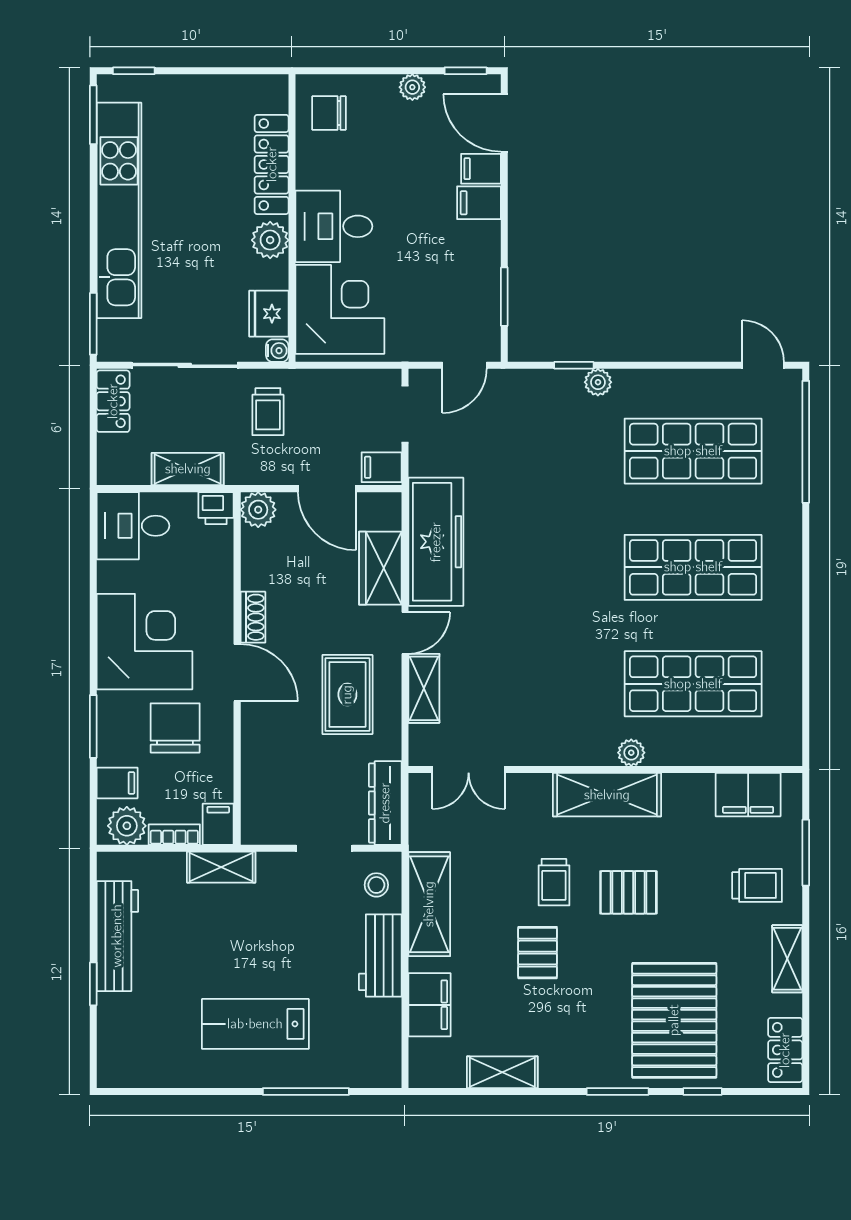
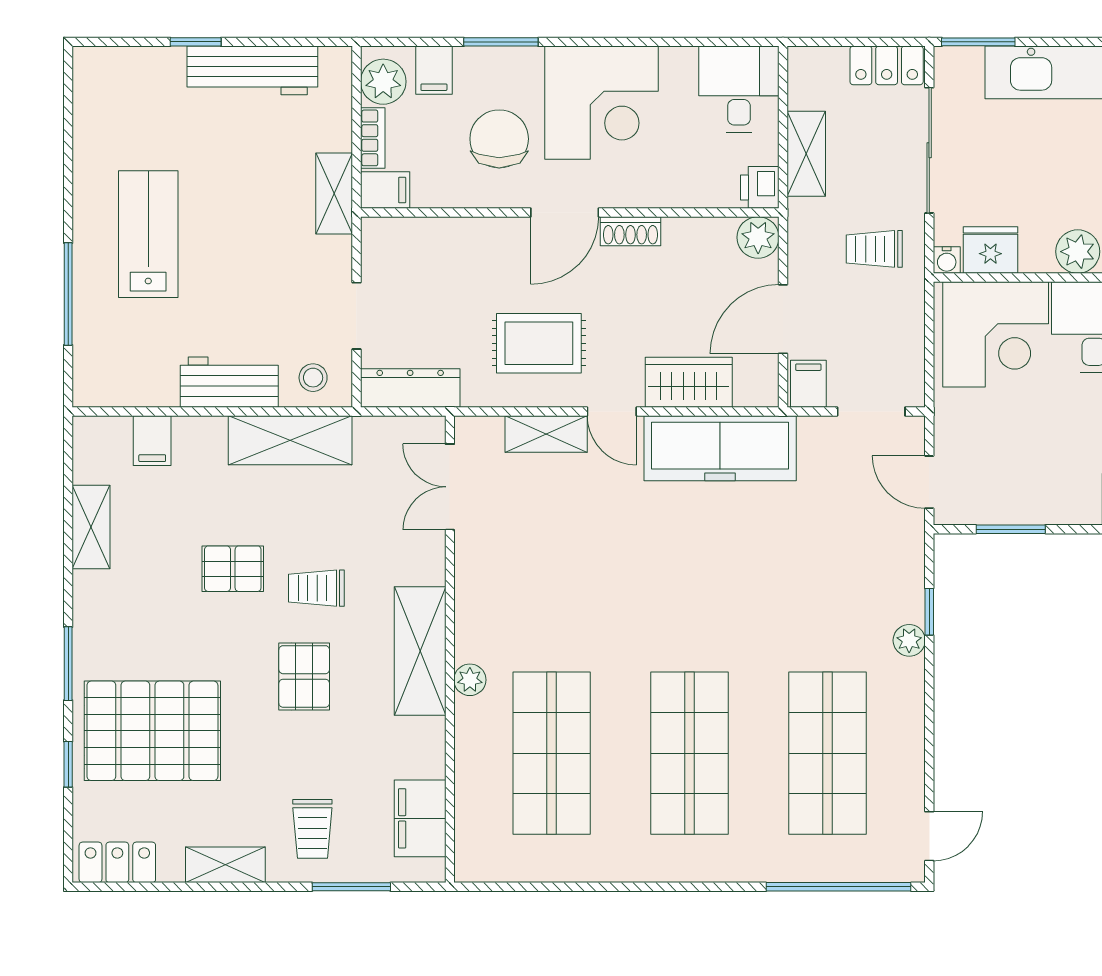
chair: (175, 728) -> (499, 139), turned -90
filing cabinet: (430, 1005) -> (152, 441), width x0.50

